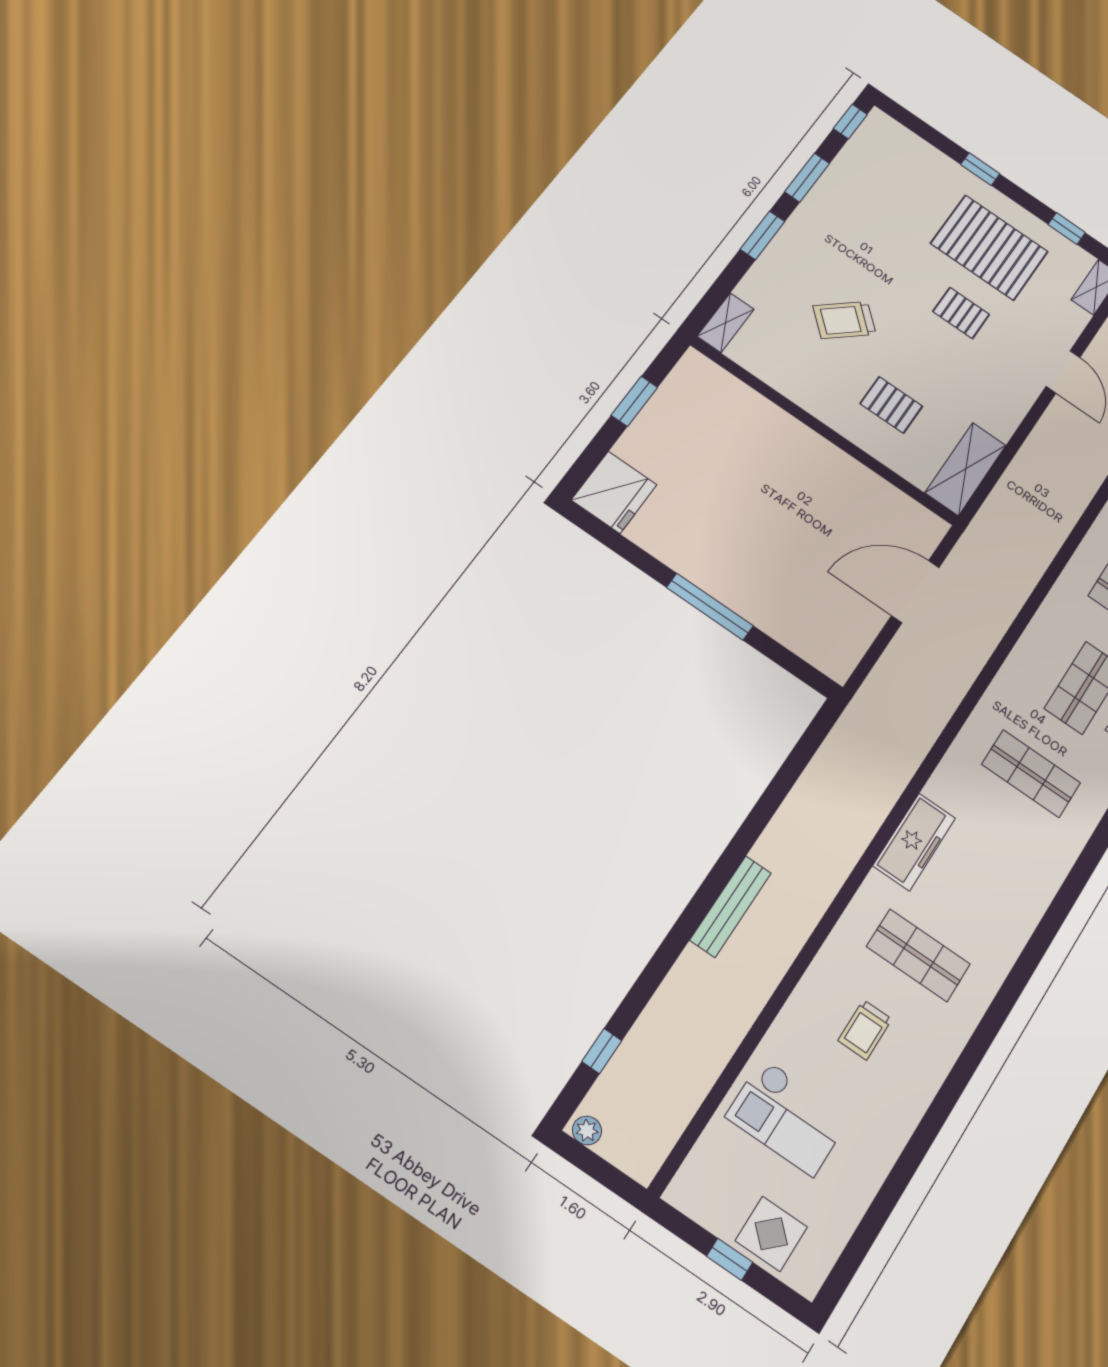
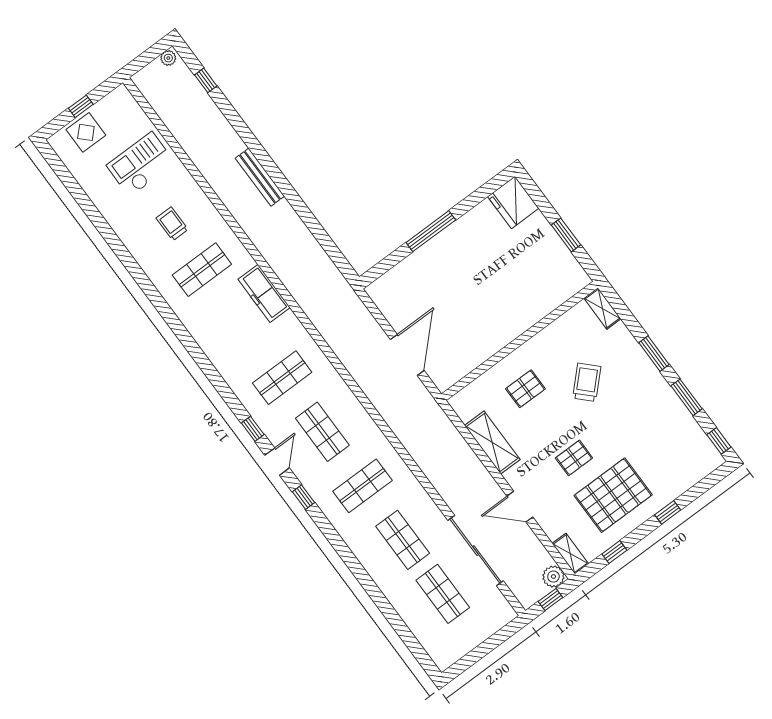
shelving: (966, 469) -> (492, 442), moved

